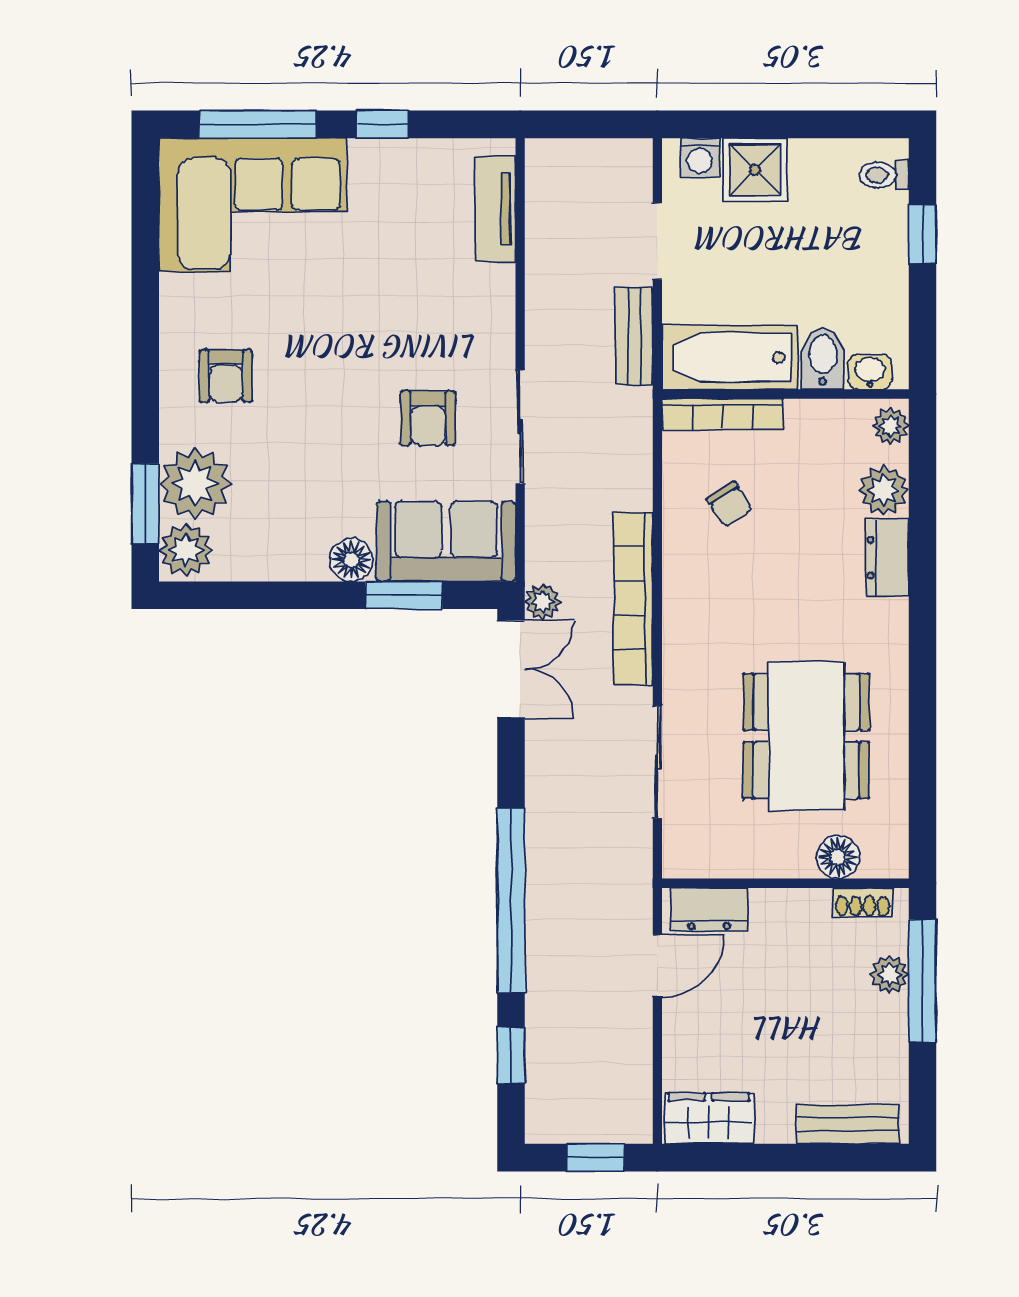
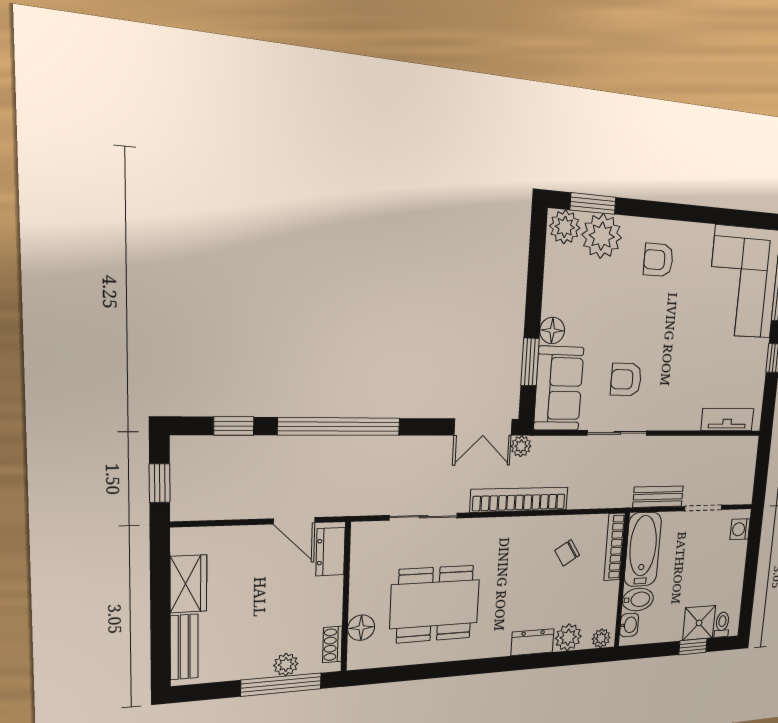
shower: (755, 170) -> (699, 623), moved
wardrobe: (709, 1118) -> (188, 584), moved

